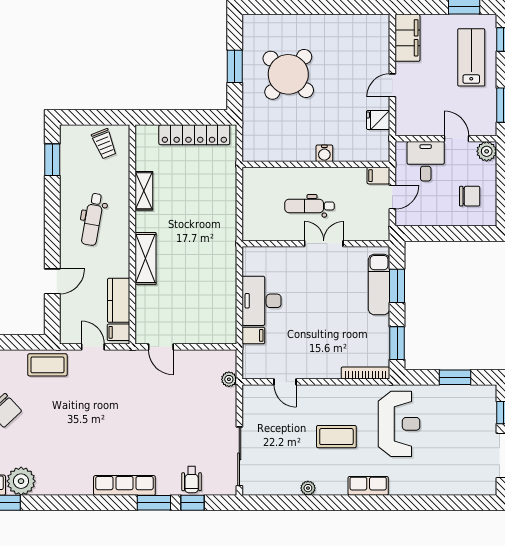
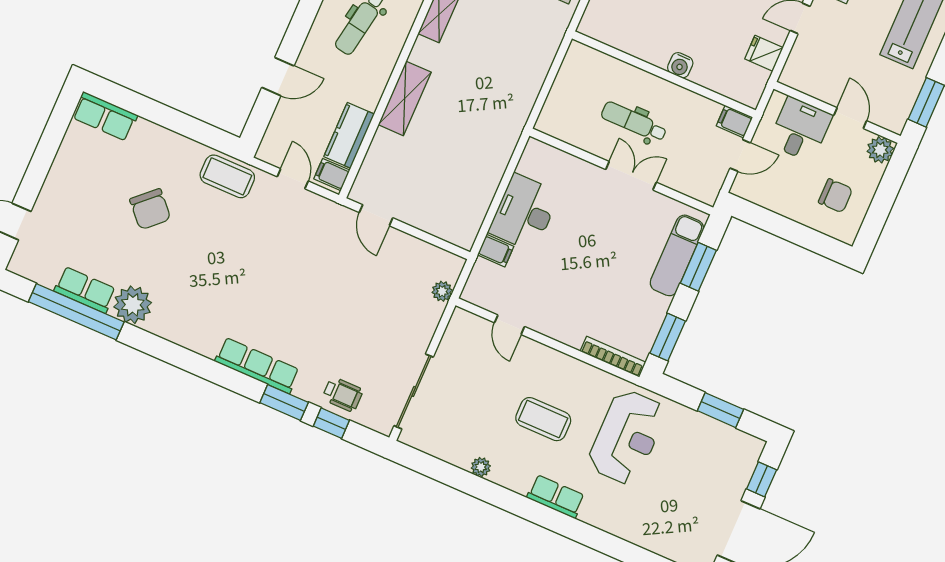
wheelchair: (192, 480) -> (343, 394), turned -90

